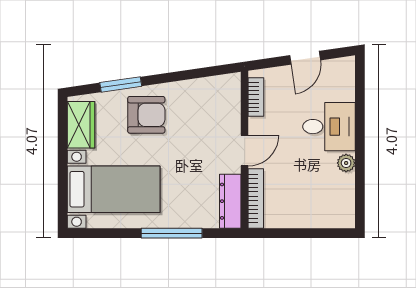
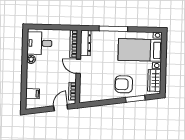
door: (305, 58) -> (61, 108), moved
filing cabinet: (341, 90) -> (33, 94), added
desk: (329, 127) -> (39, 43), moved
door: (245, 151) -> (78, 66), hinge flipped

